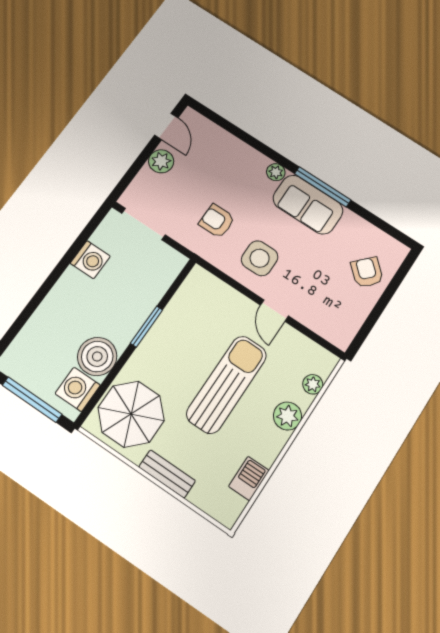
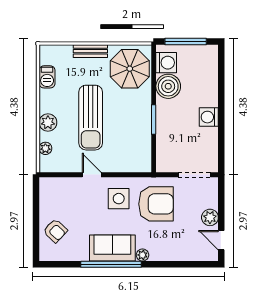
window: (323, 187) -> (111, 264), width x1.46
armchair: (217, 221) -> (156, 204), width x1.88, depth x1.88
washing machine: (90, 260) -> (209, 117), moved

